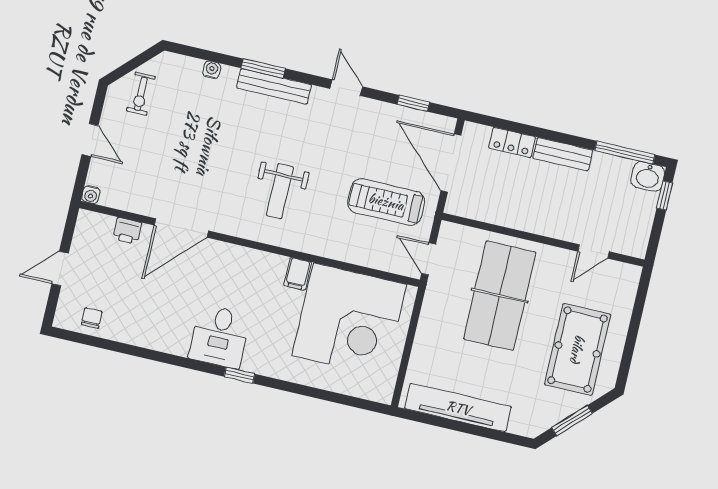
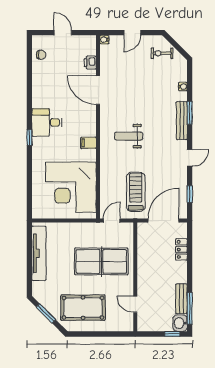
bench: (563, 154) -> (181, 299), moved
filing cabinet: (298, 274) -> (88, 143), moved

